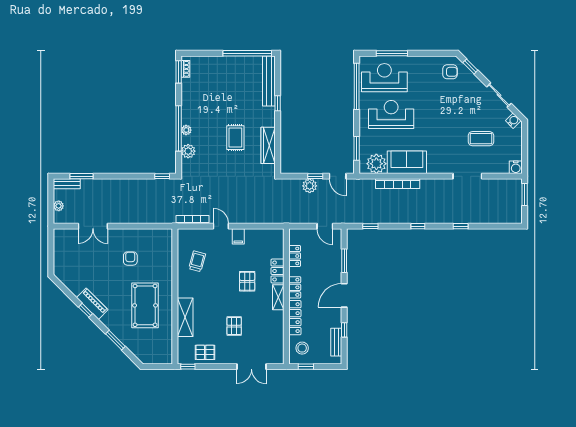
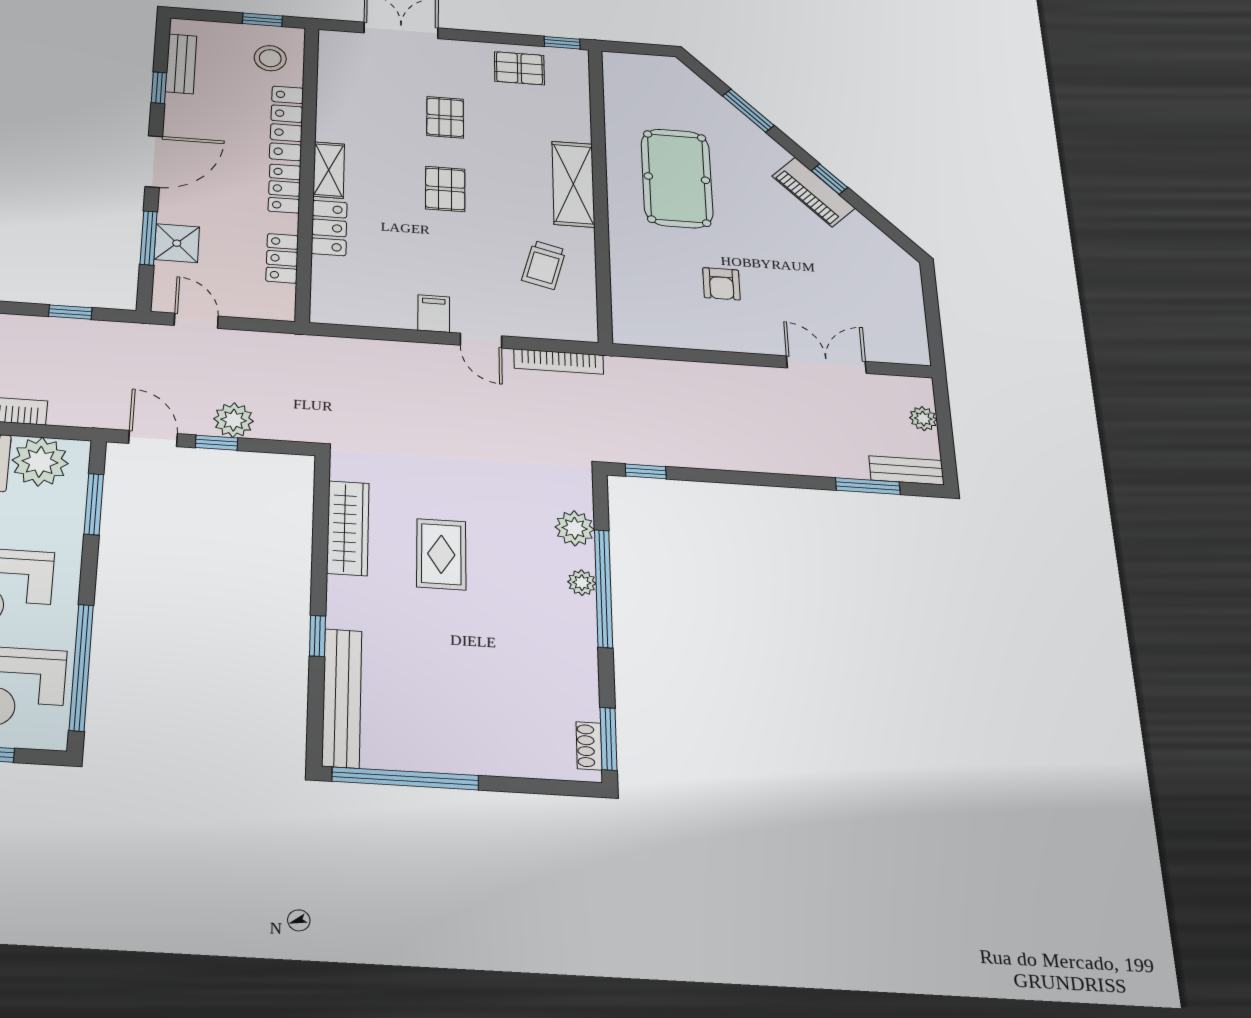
shower: (334, 259) -> (177, 243), added
pallet: (247, 281) -> (445, 189), moved
shelving: (185, 317) -> (573, 184), moved

